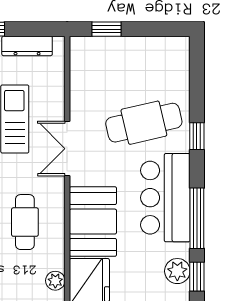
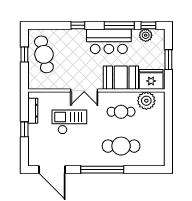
window: (107, 29) -> (24, 54), moved
cafe table: (144, 123) -> (44, 54), moved
plant: (55, 281) -> (146, 101), width x1.88, depth x1.88

